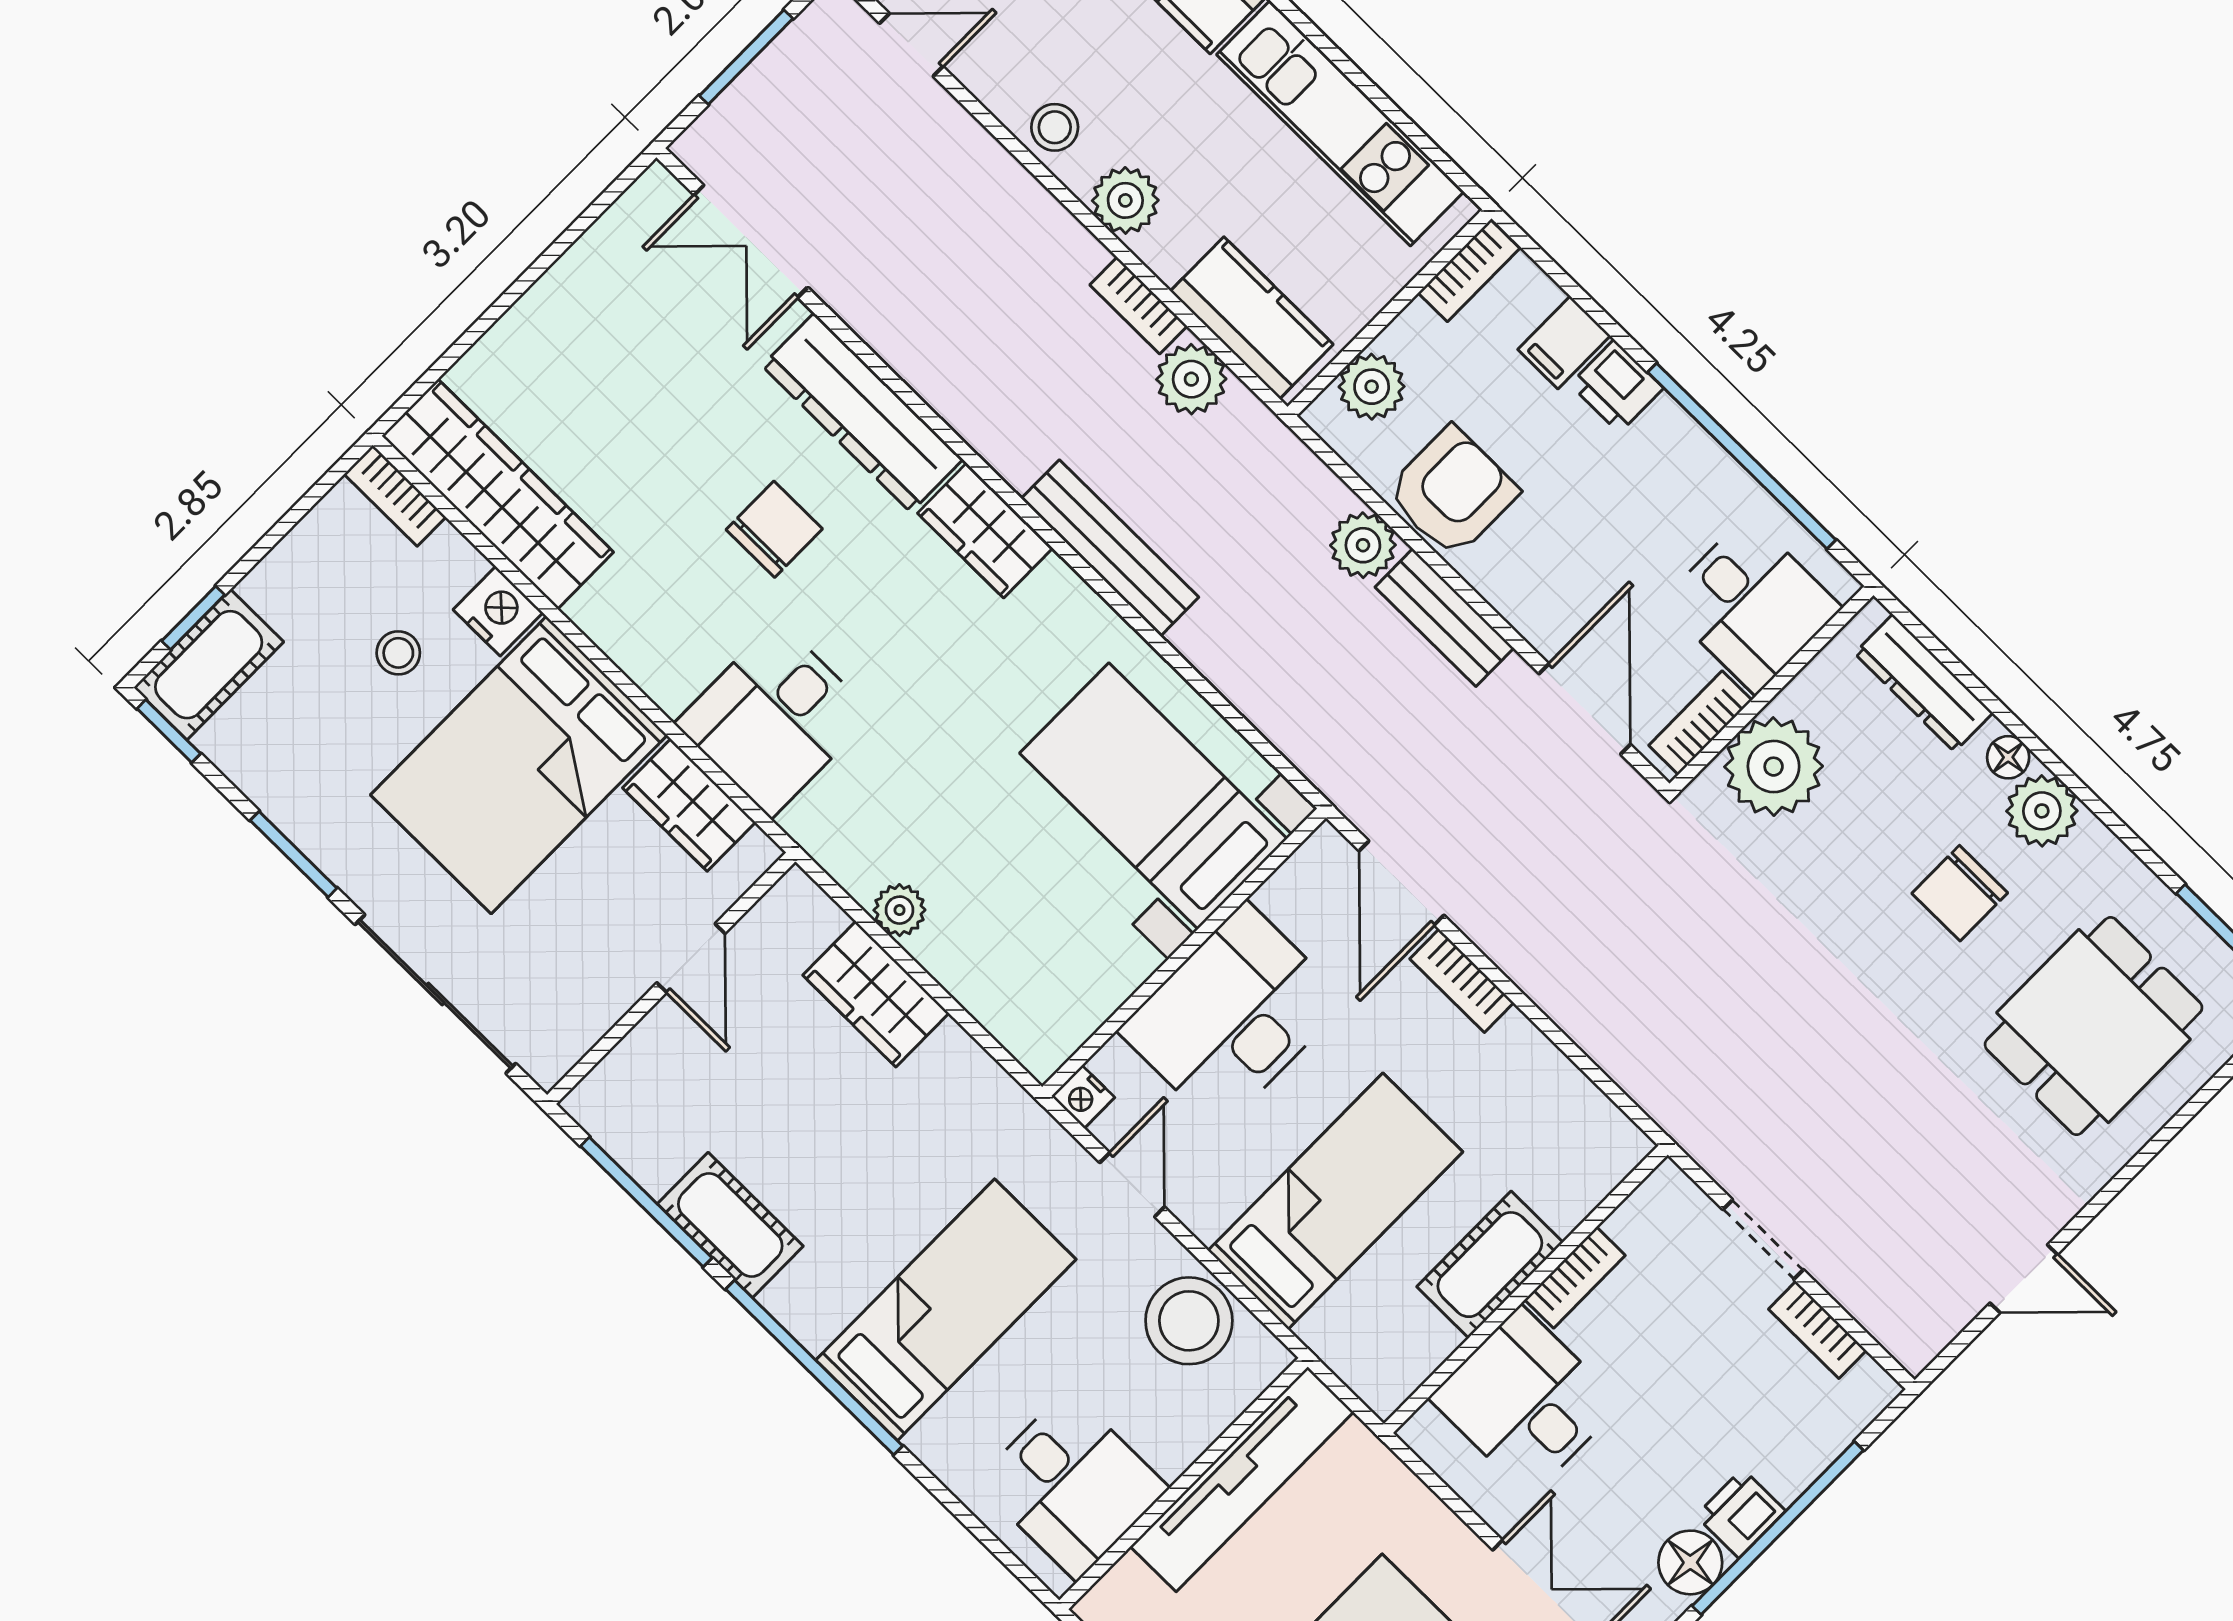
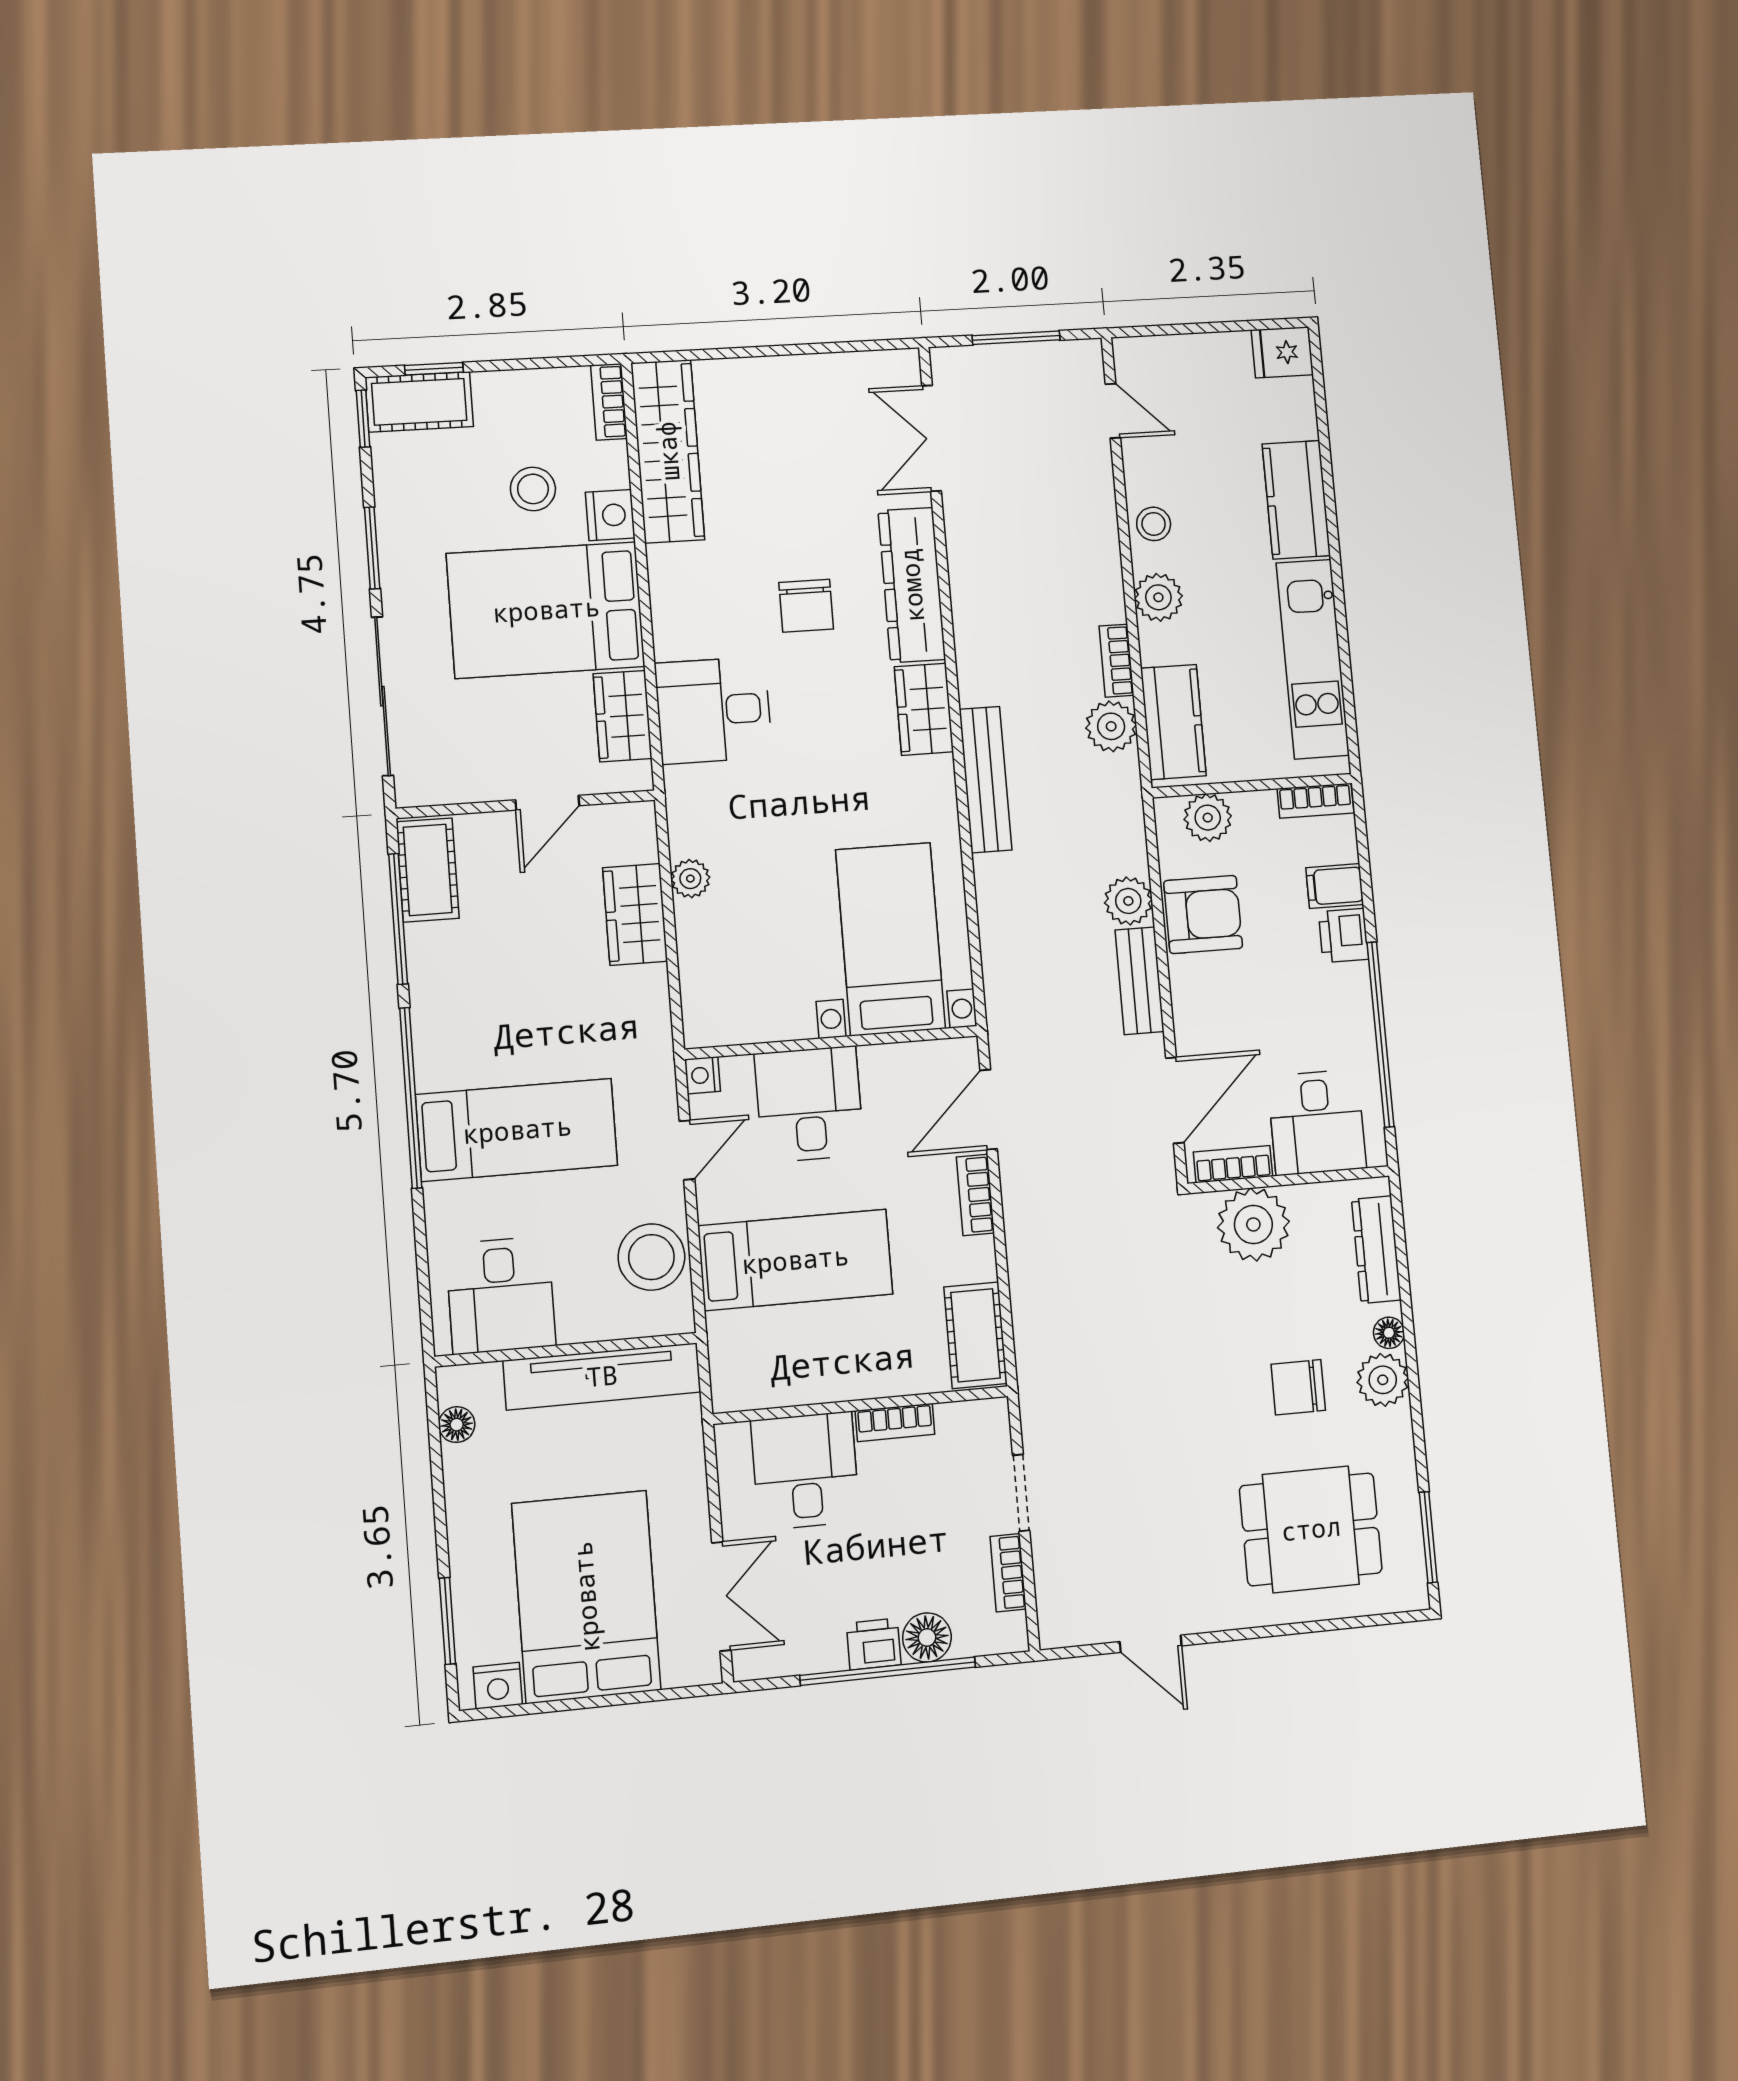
chair: (774, 529) -> (806, 606), turned 90
stool: (398, 653) -> (533, 489), width x1.37, depth x1.37
desk: (1233, 1016) -> (809, 1104), width x0.73
cot: (730, 1225) -> (428, 870), moved
cot: (1490, 1265) -> (975, 1335), moved, turned 90
floor lamp: (1690, 1562) -> (927, 1637), moved

